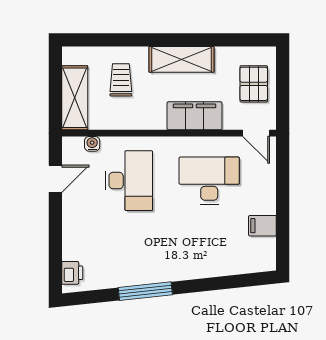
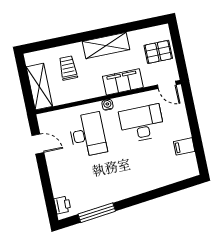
pallet: (254, 84) -> (158, 52), turned 90
water cooler: (92, 144) -> (107, 105), moved
door: (55, 179) -> (38, 144), hinge flipped
window: (145, 291) -> (97, 213), moved

